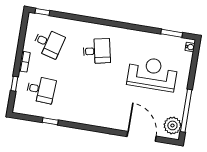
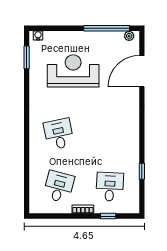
window: (42, 12) -> (27, 199), removed
reception desk: (152, 74) -> (73, 71), turned 90
plant: (172, 125) -> (129, 36), width x0.53, depth x0.53

